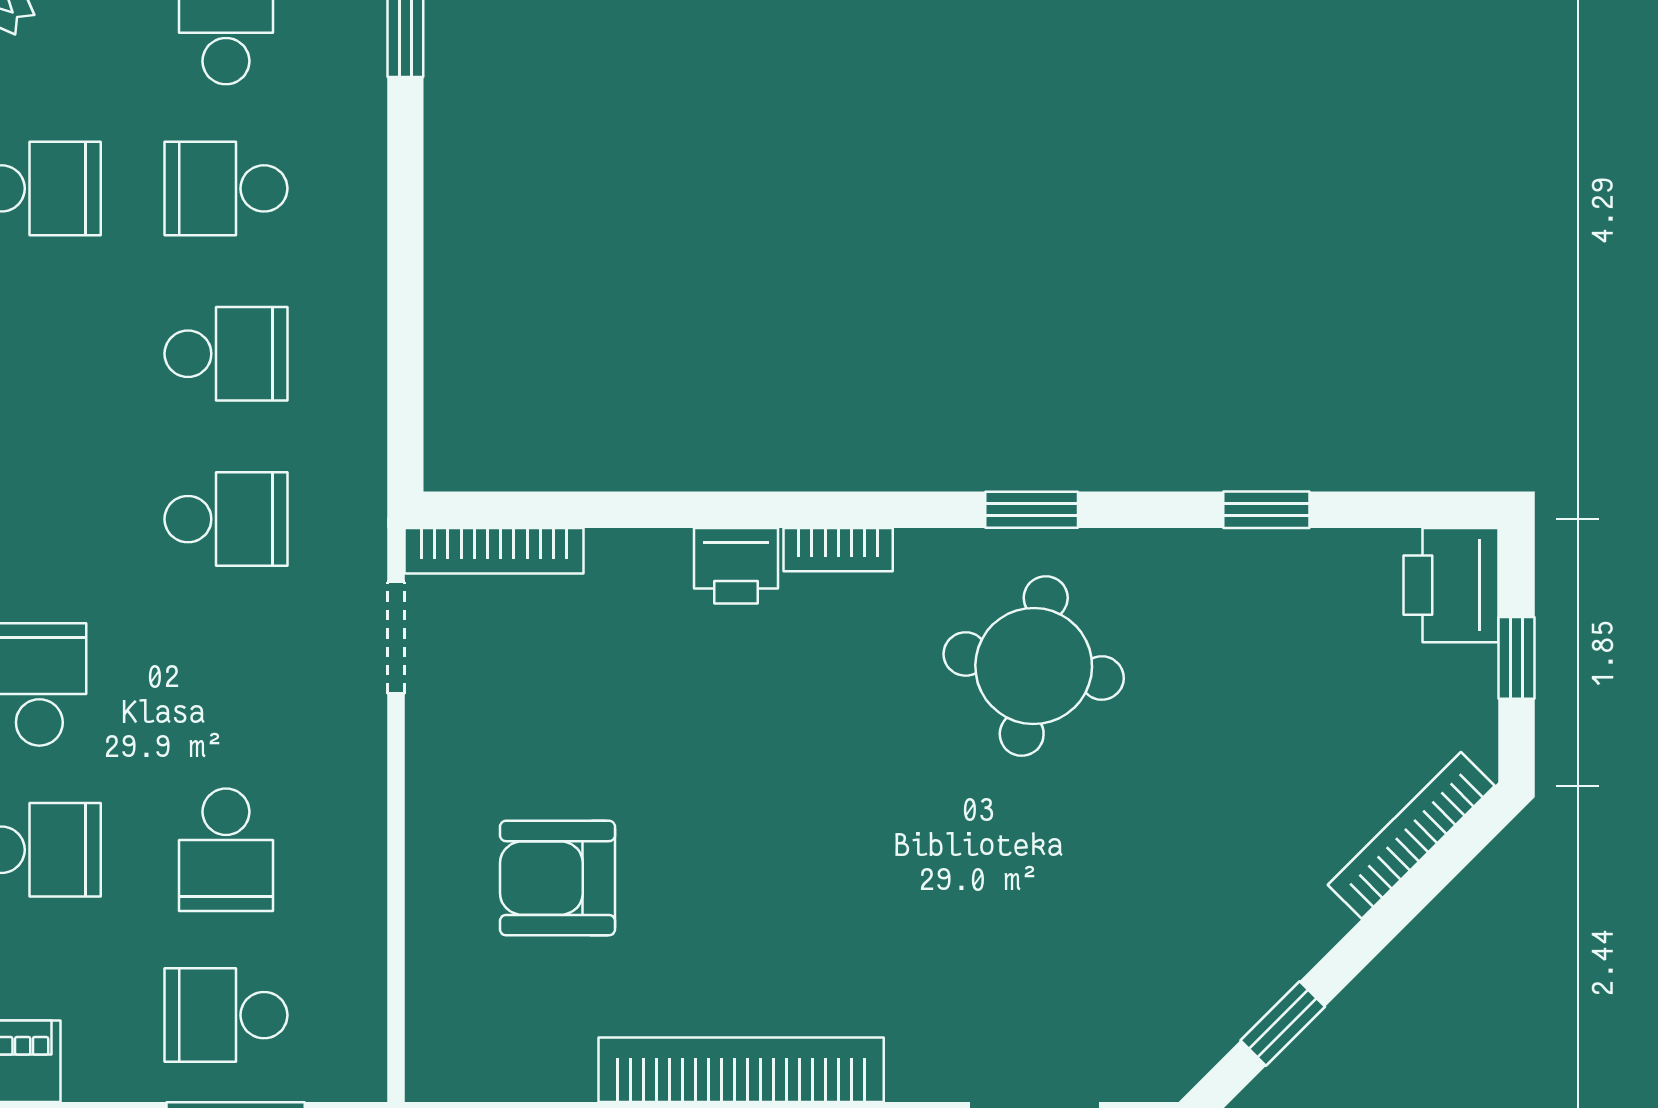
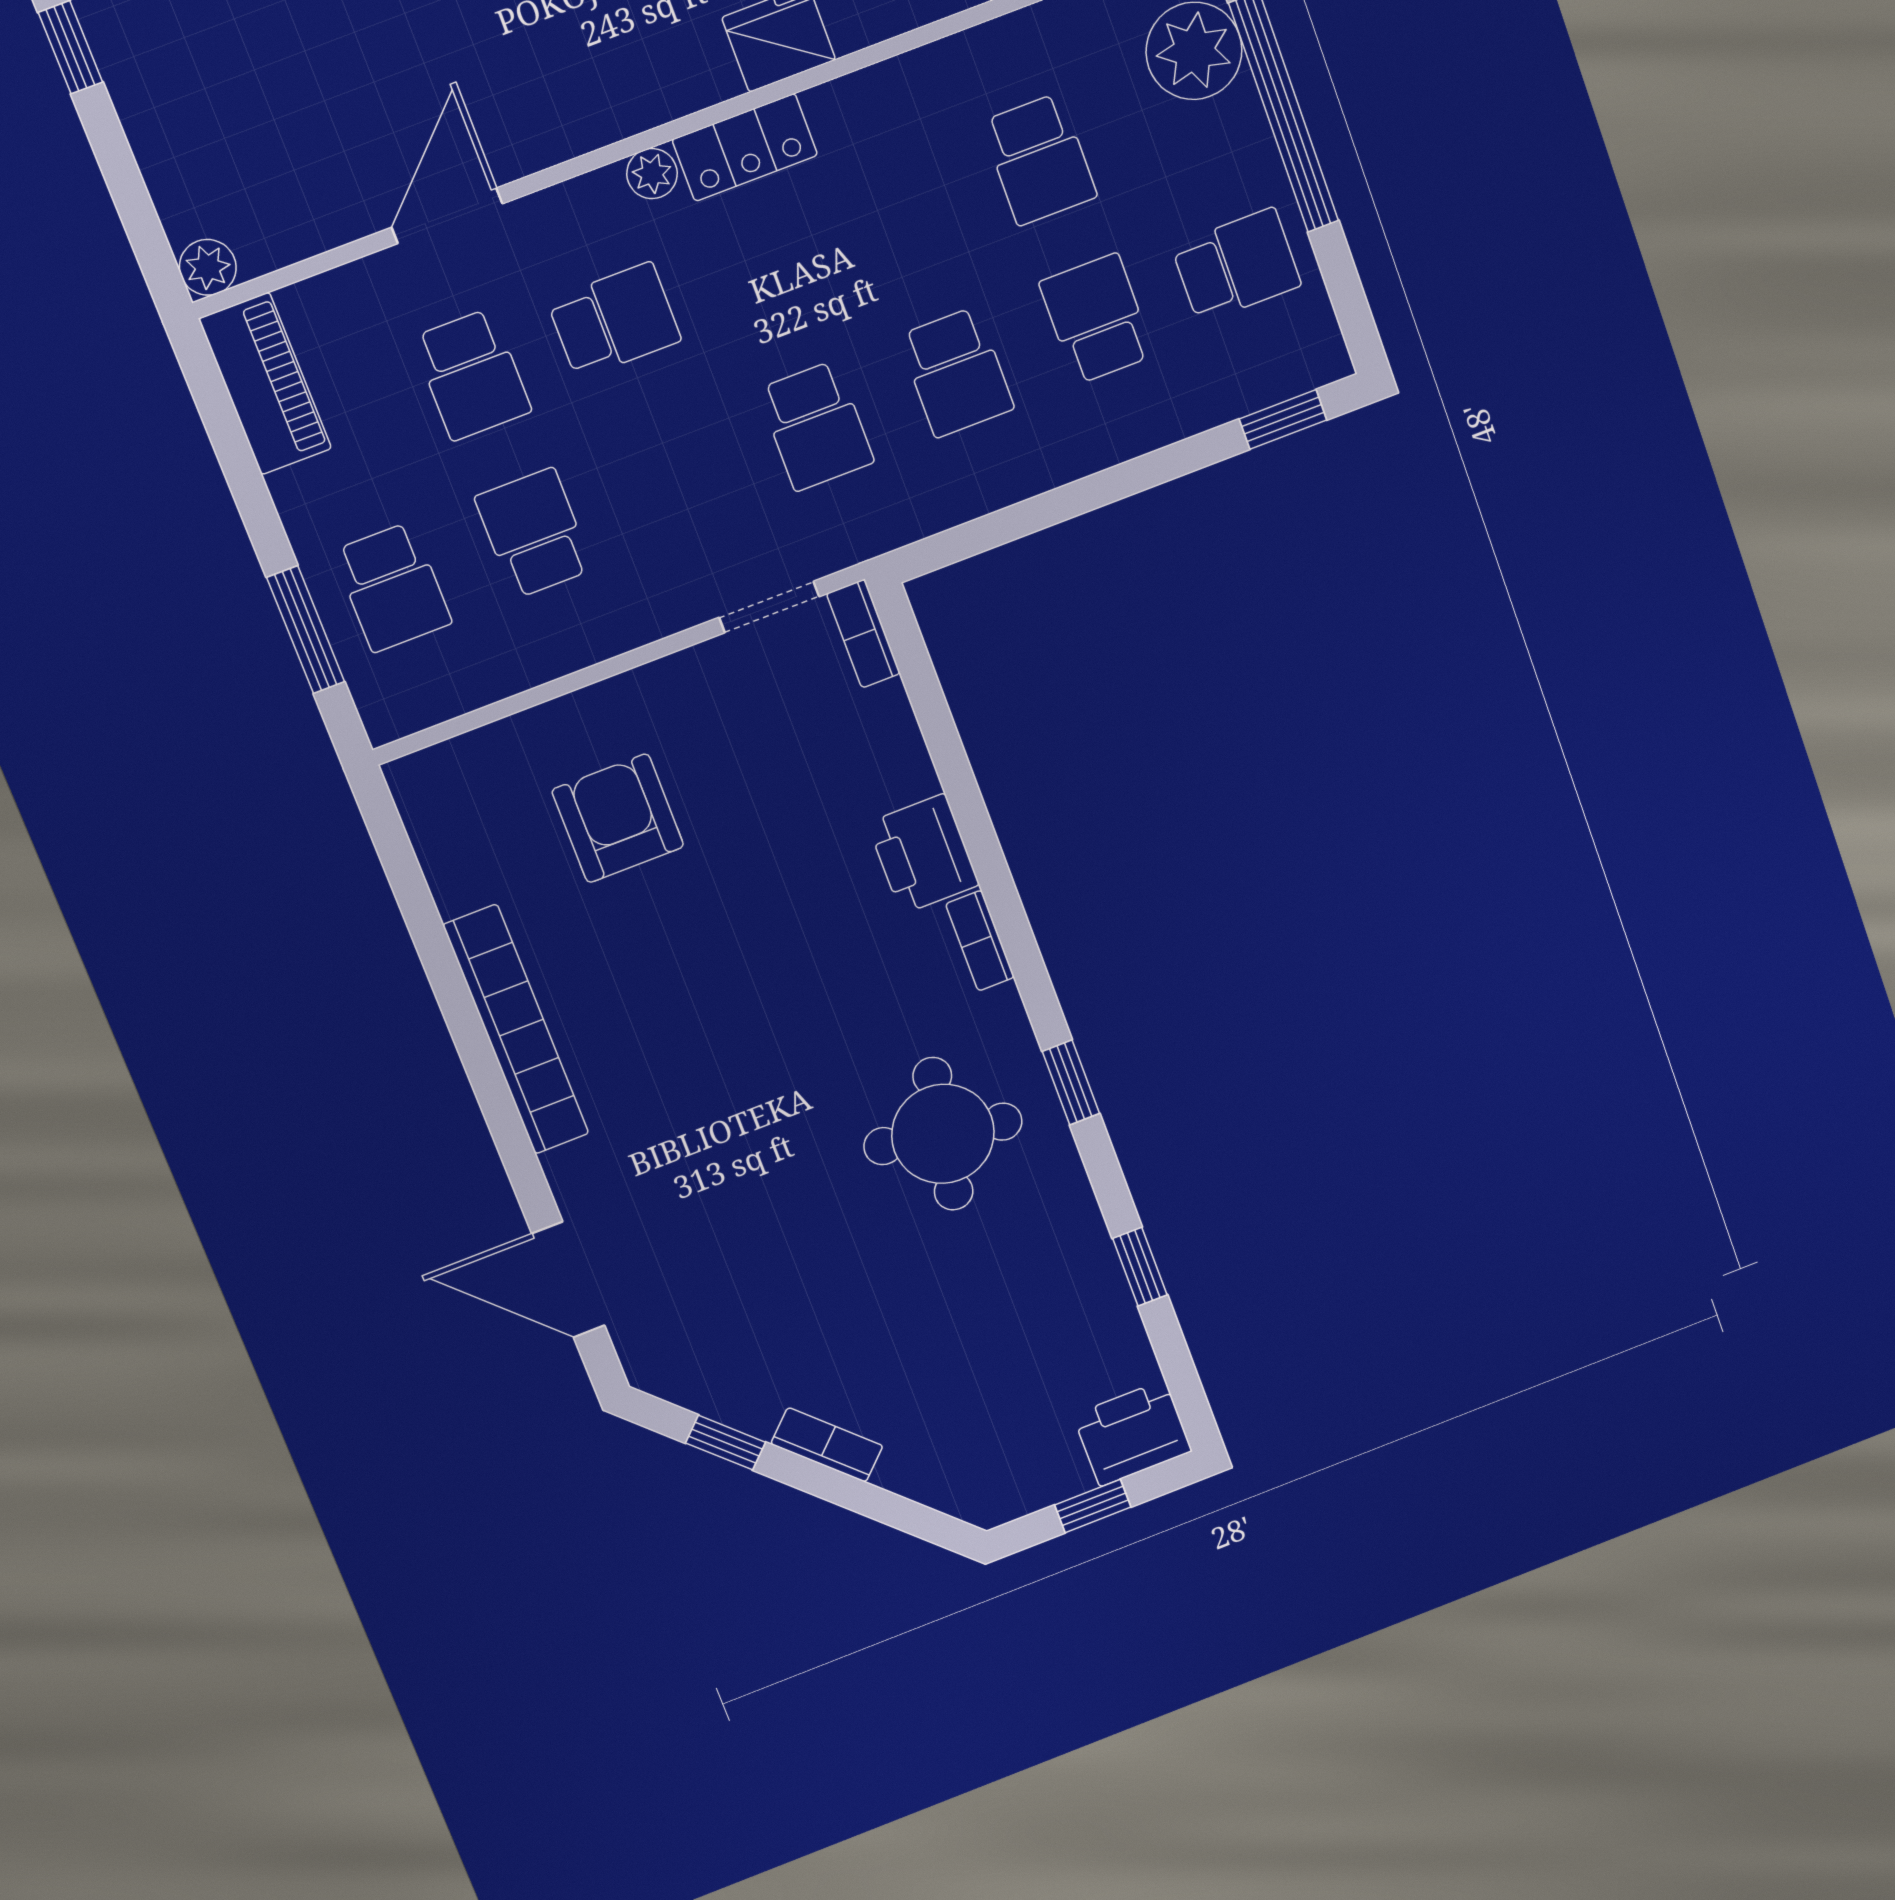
bookcase: (494, 551) -> (863, 634), width x0.64
printer: (736, 566) -> (923, 854), width x1.36, depth x1.24
bookcase: (1411, 835) -> (827, 1445), moved, width x0.64
school desk: (226, 850) -> (534, 533), turned 90
school desk: (226, 1015) -> (392, 587), turned 180

